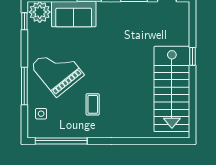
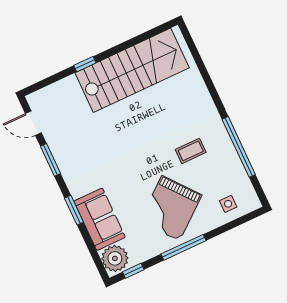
window: (24, 86) -> (184, 247), moved
window: (61, 141) -> (239, 147), moved

